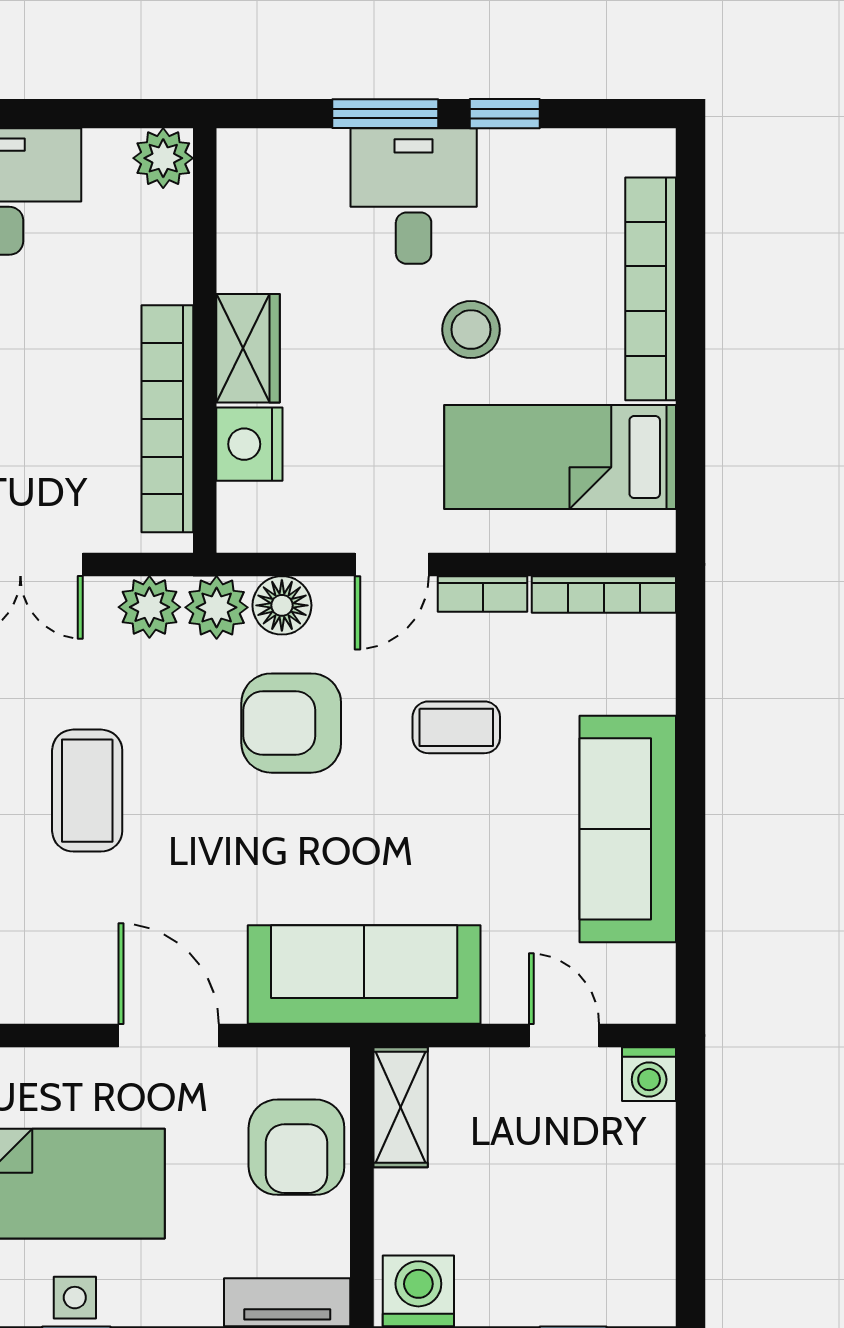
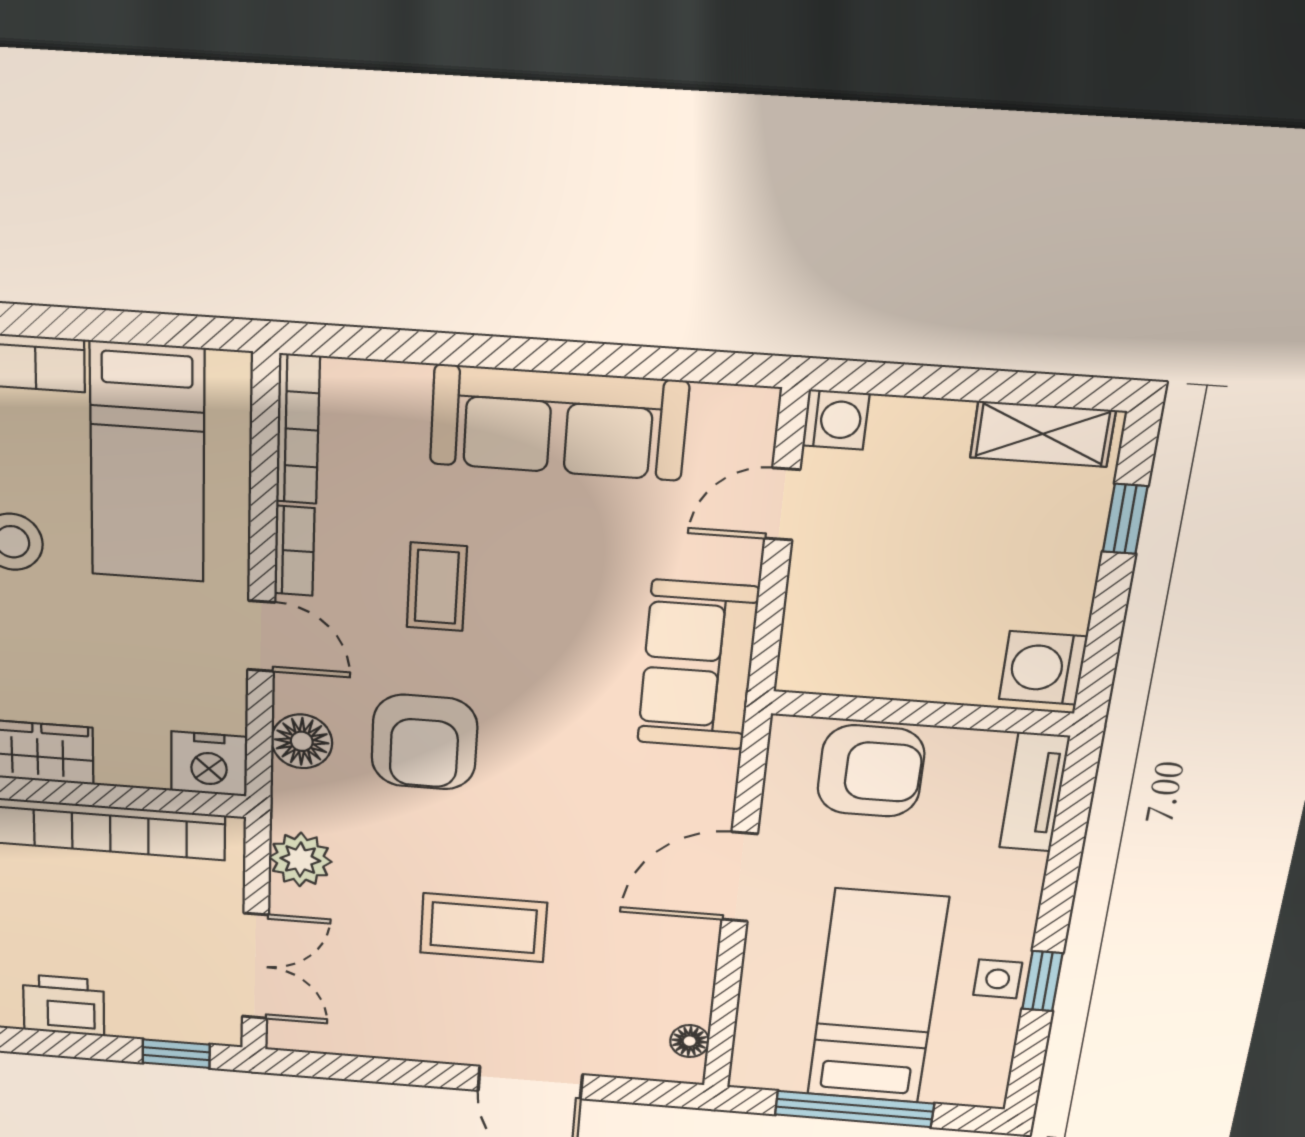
nightstand: (249, 444) -> (209, 764), moved
plant: (217, 607) -> (302, 801), removed
sofa: (364, 975) -> (698, 665), width x0.73
shelving: (401, 1107) -> (1043, 434), moved

